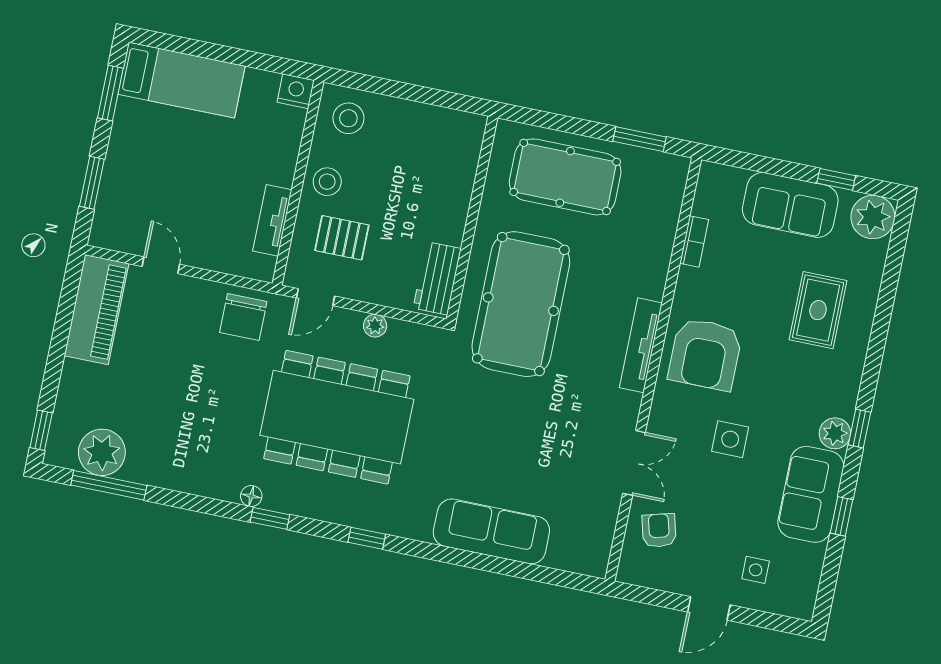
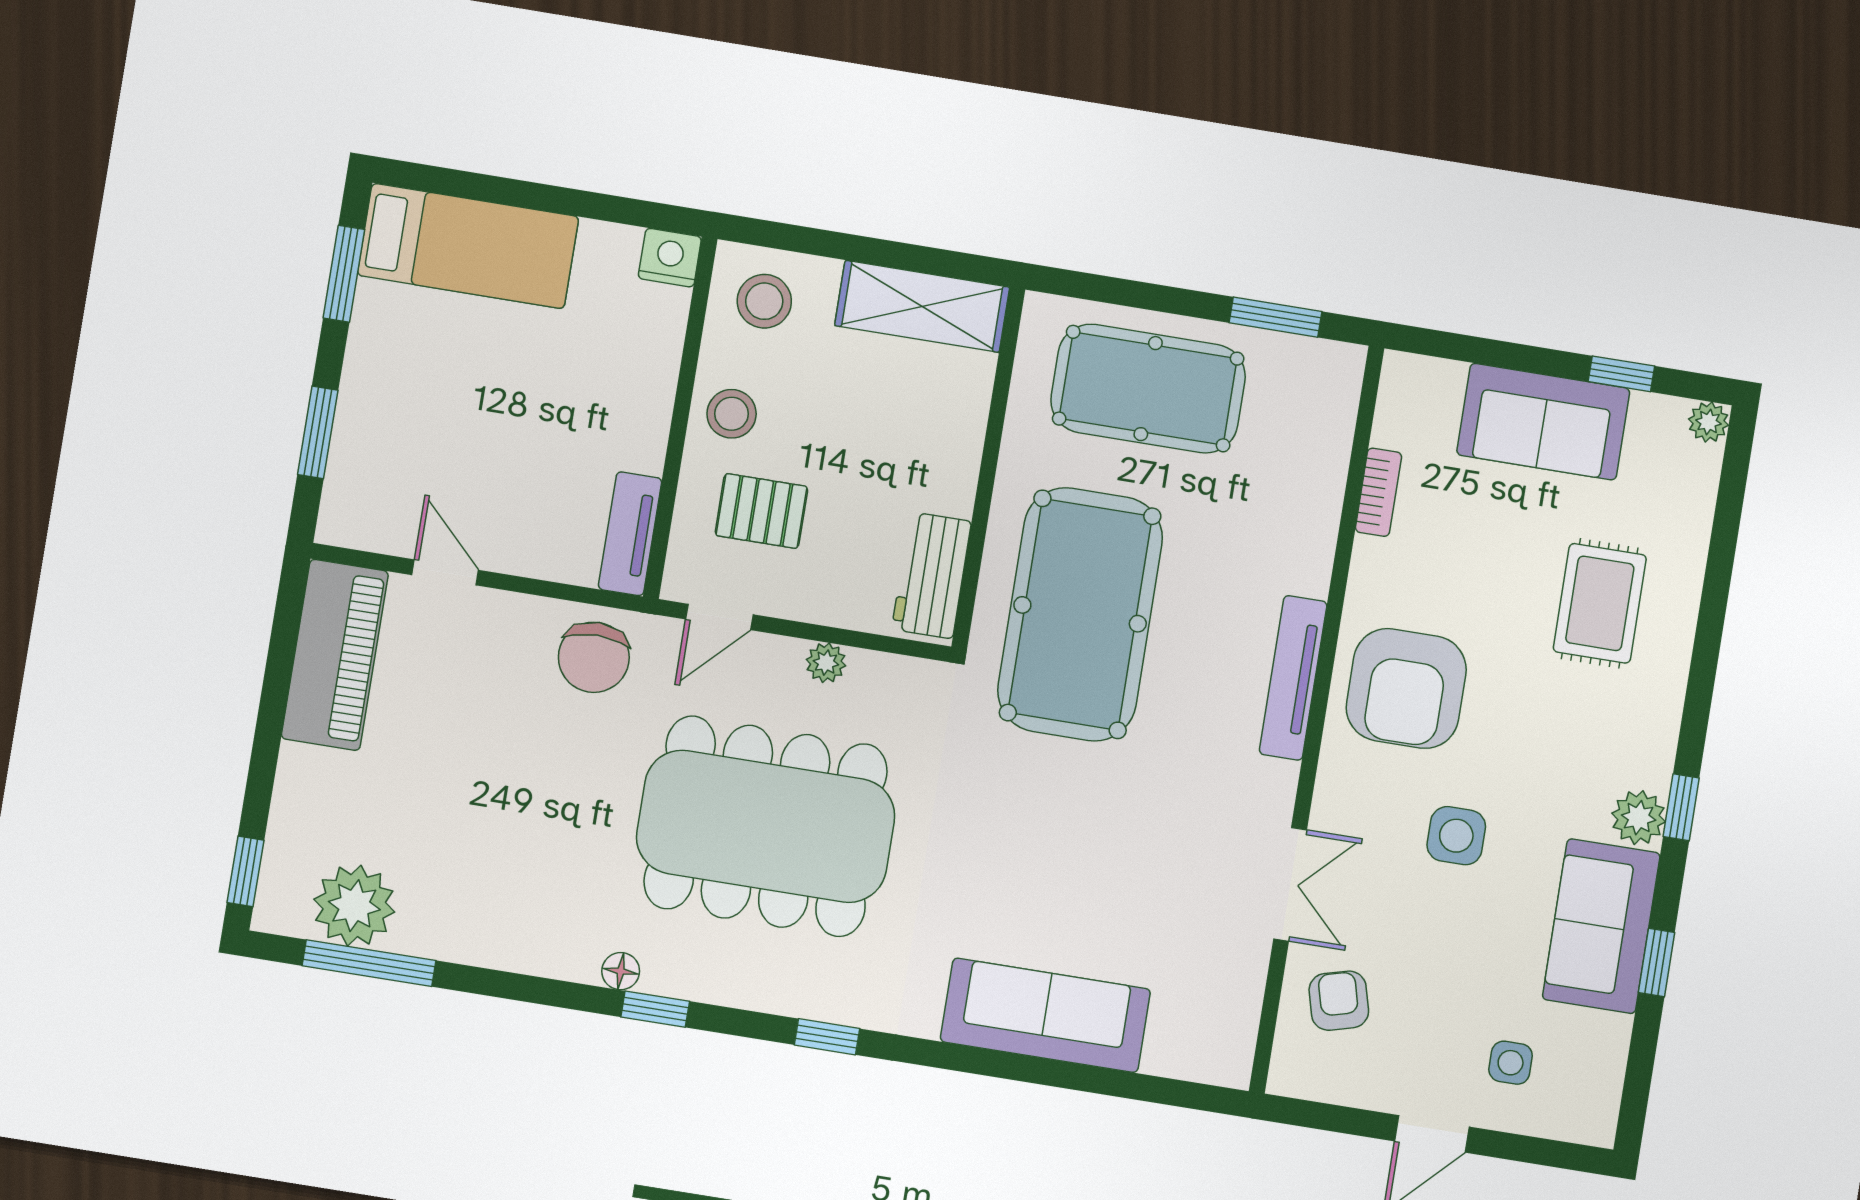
shelving: (438, 125) -> (922, 306), added
plant: (873, 217) -> (1709, 422), width x0.53, depth x0.53
tv unit: (272, 220) -> (630, 534), moved

